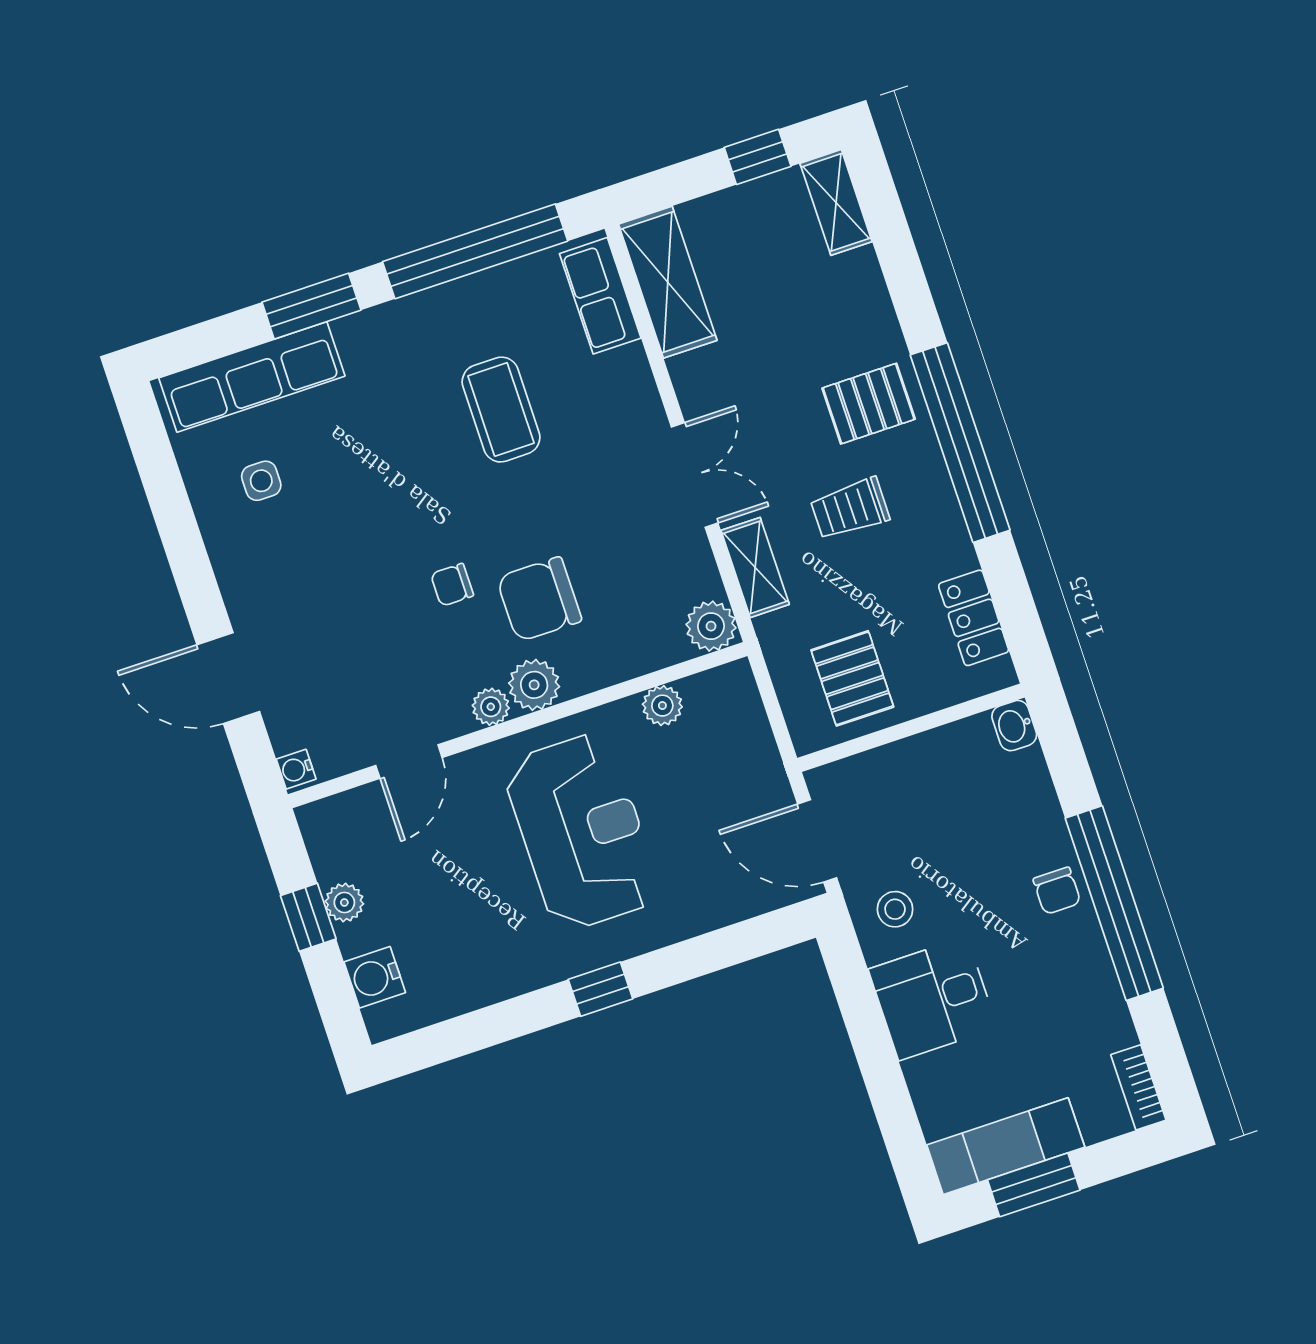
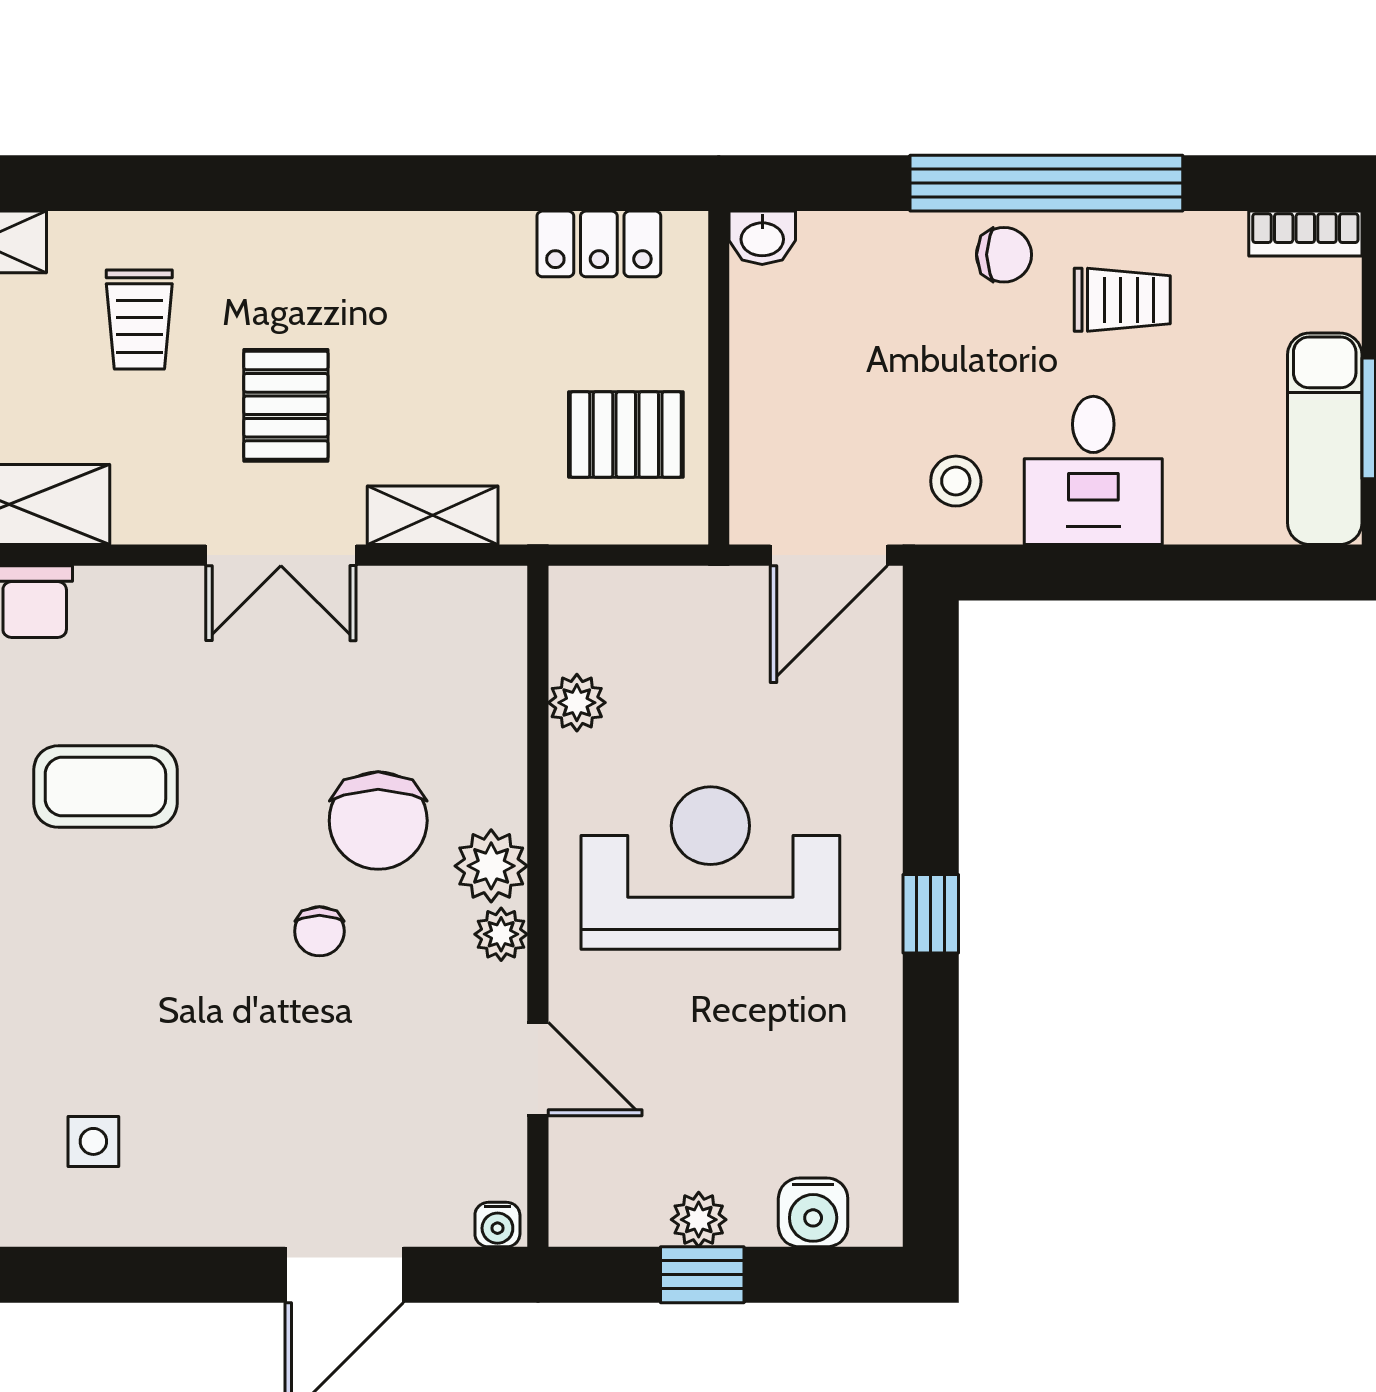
pallet: (869, 404) -> (286, 405), moved
window: (960, 443) -> (357, 183), removed
double door: (695, 475) -> (281, 555), swing flipped
trolley: (850, 509) -> (139, 319), moved
plant: (711, 626) -> (492, 601), removed
trolley: (1053, 980) -> (1122, 300), added

